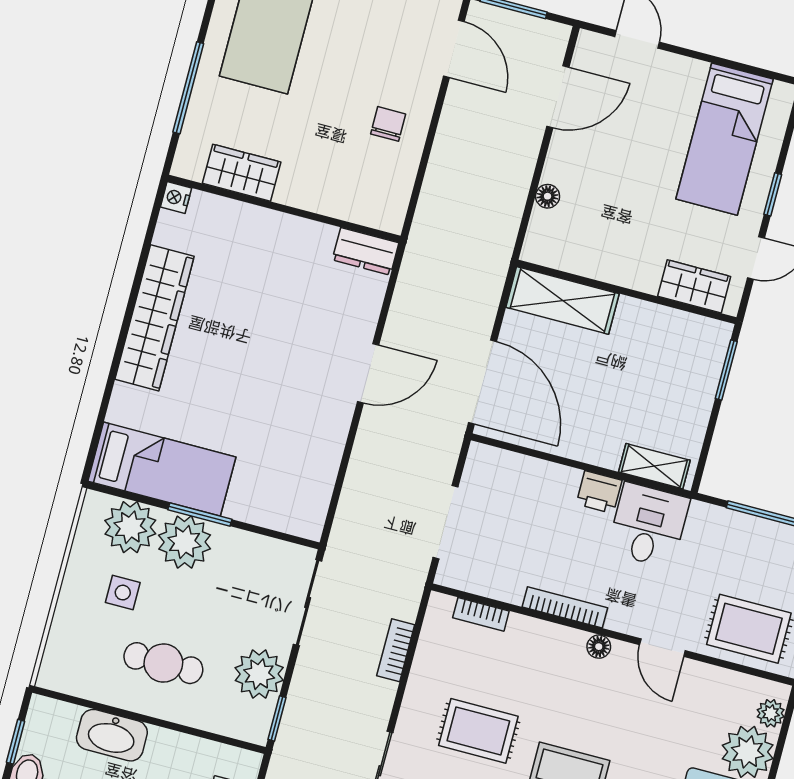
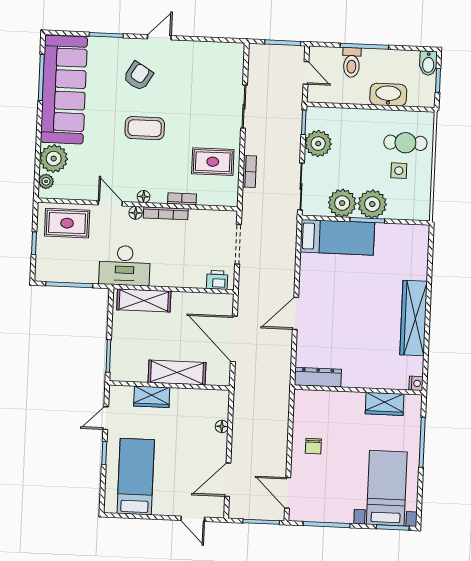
dresser: (366, 251) -> (318, 377), width x1.44
wardrobe: (694, 286) -> (152, 397), moved
shelving: (562, 300) -> (177, 373), moved
door: (483, 382) -> (234, 339), moved
shelving: (654, 466) -> (144, 300), width x1.50, depth x1.33
bed: (162, 469) -> (337, 237), moved, turned 180
printer: (599, 492) -> (217, 280), moved
desk: (648, 525) -> (125, 265), width x1.37
plant: (130, 527) -> (342, 203), moved
bookcase: (481, 614) -> (182, 199), moved
floor lamp: (620, 620) -> (136, 213), added
cafe table: (163, 663) -> (405, 143), moved
rug: (478, 731) -> (213, 162), moved

